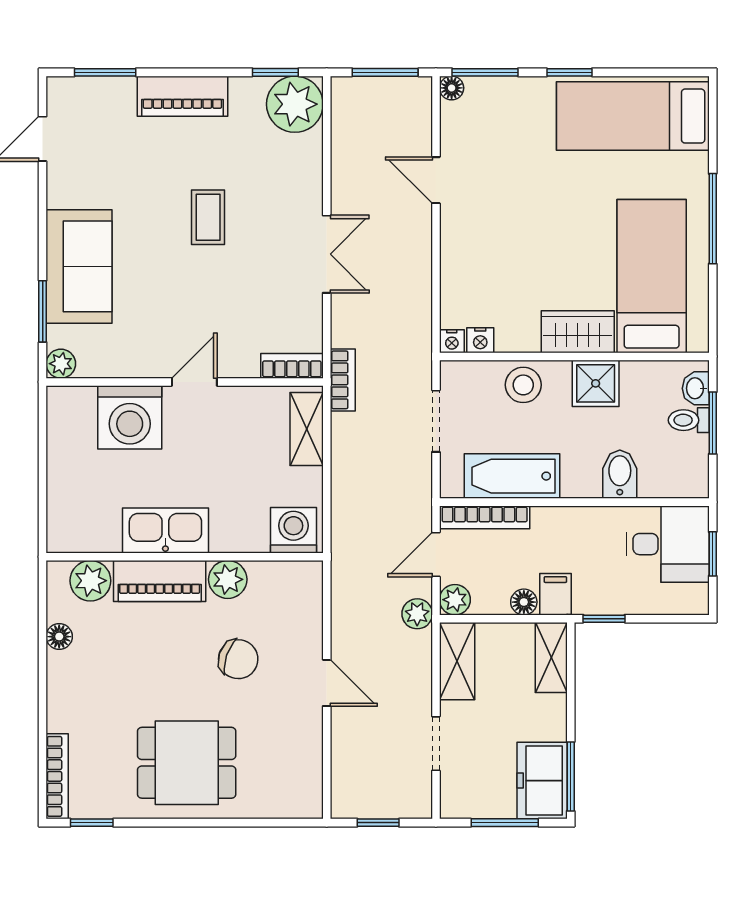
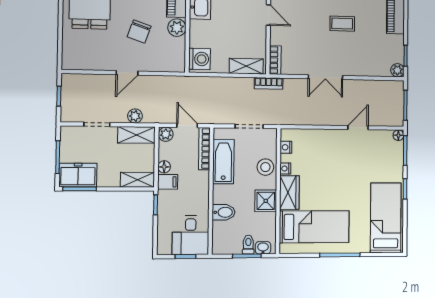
plant: (295, 104) -> (397, 70), width x0.53, depth x0.53
nightstand: (452, 341) -> (285, 169), moved
plant: (417, 614) -> (135, 116), moved

